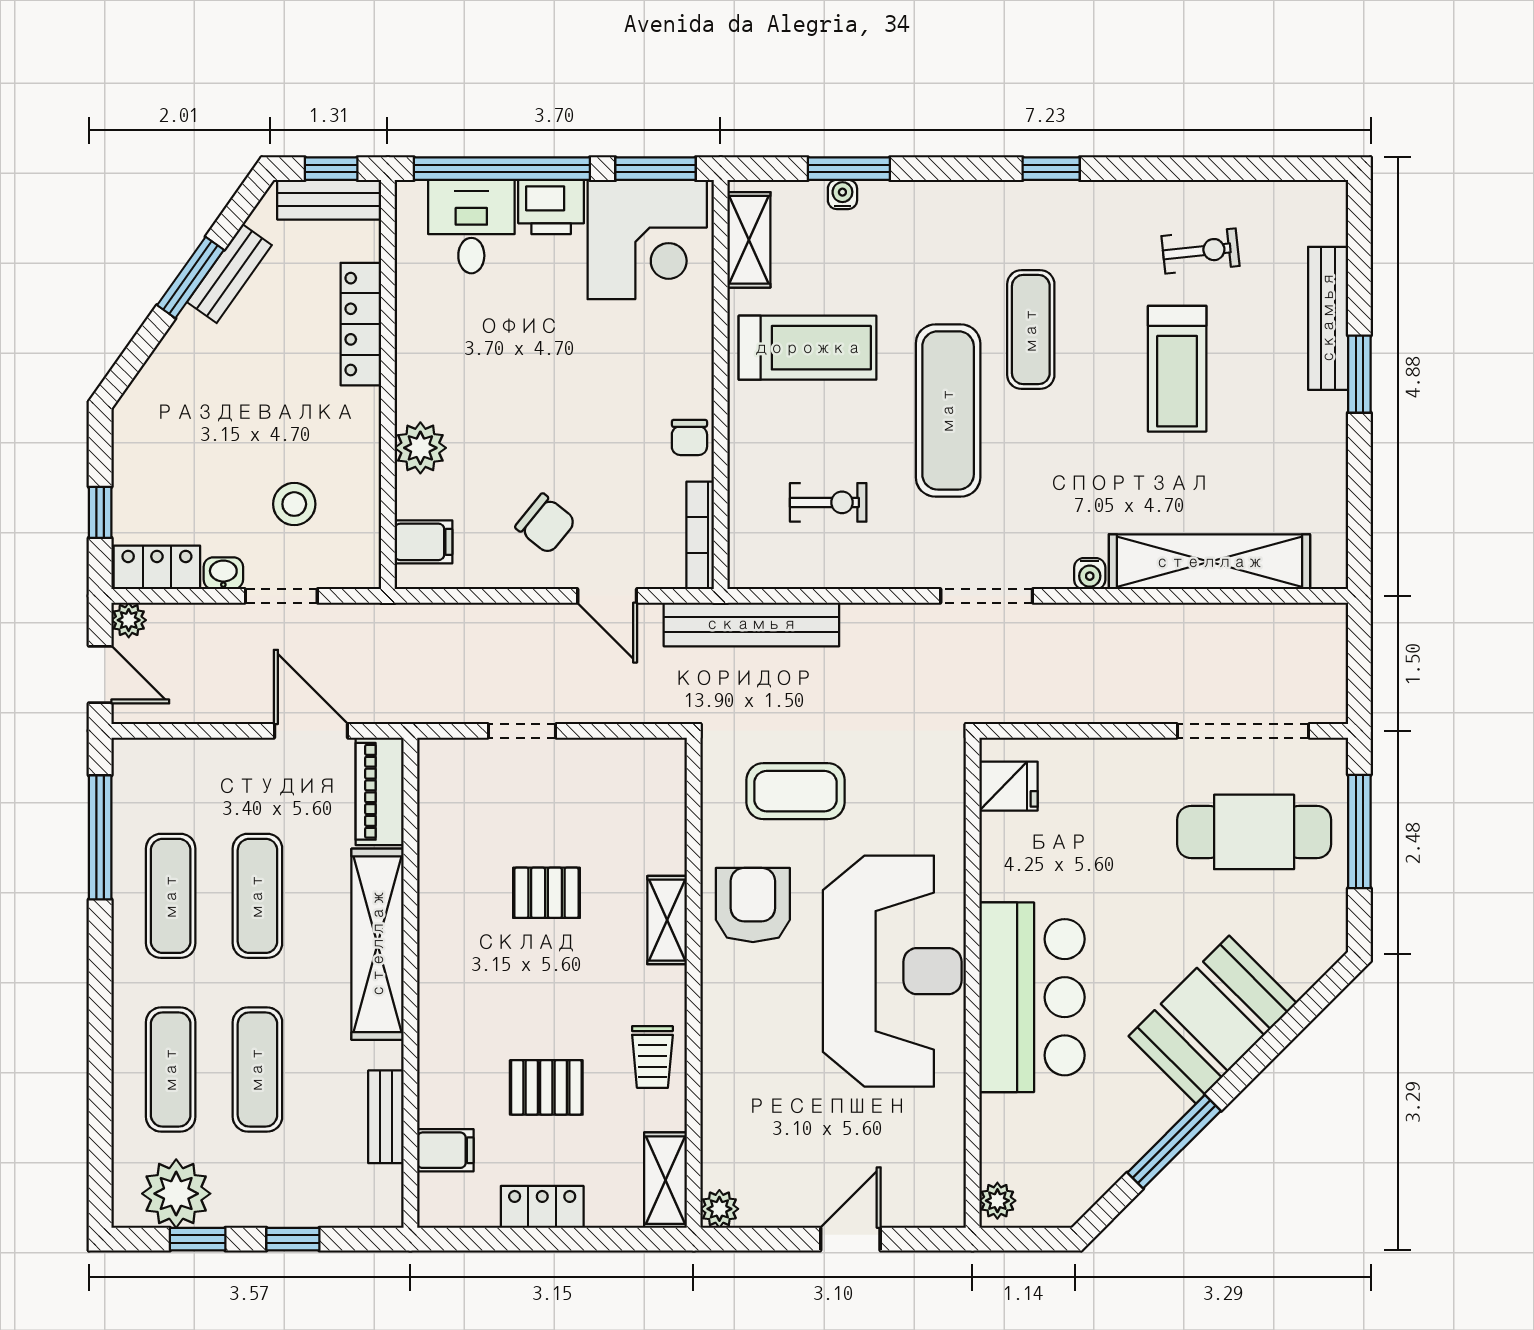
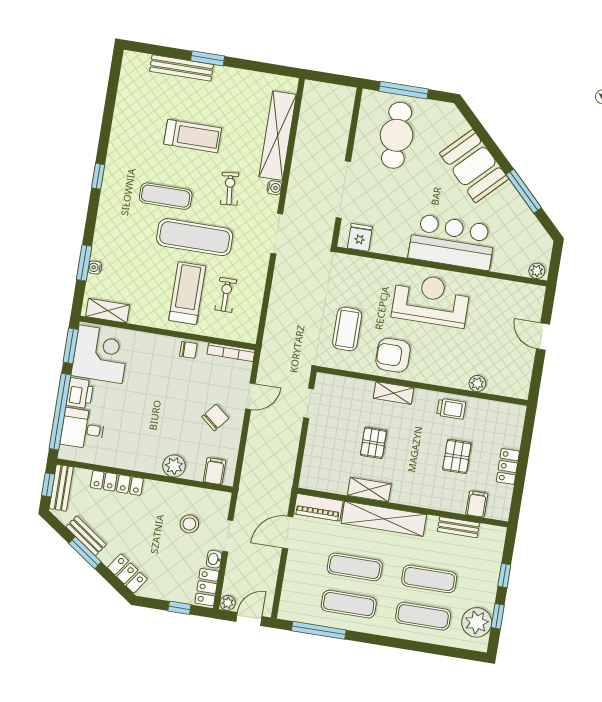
exercise bike: (1201, 251) -> (230, 189), moved
treadmill: (808, 348) -> (187, 293), moved
locker: (159, 381) -> (127, 573), added
bench: (751, 624) -> (273, 336), removed
doorway: (522, 731) -> (309, 403), moved
doorway: (1243, 731) -> (343, 190), moved
reception desk: (892, 971) -> (431, 300), width x0.74, depth x0.77
shelving: (666, 1180) -> (369, 490), moved
plant: (719, 1209) -> (477, 384), moved

